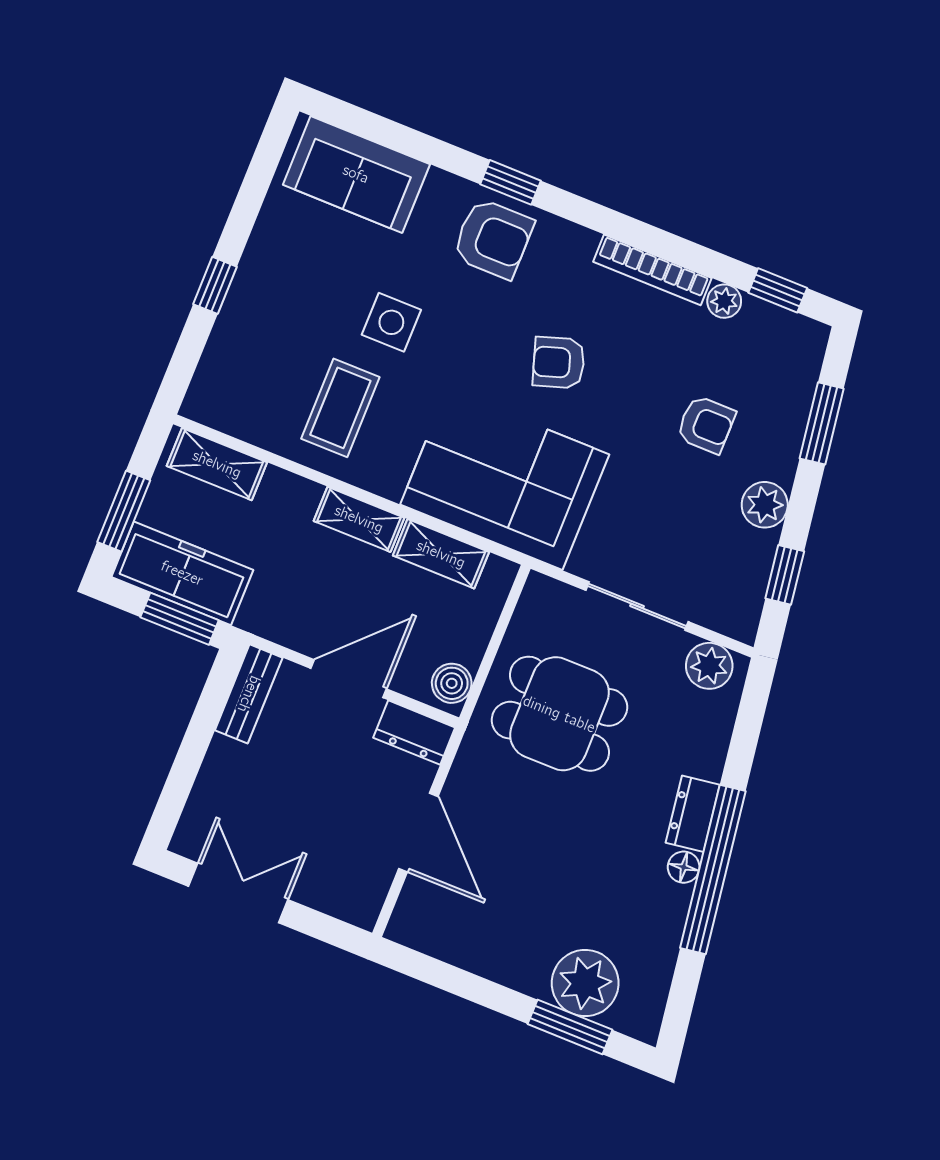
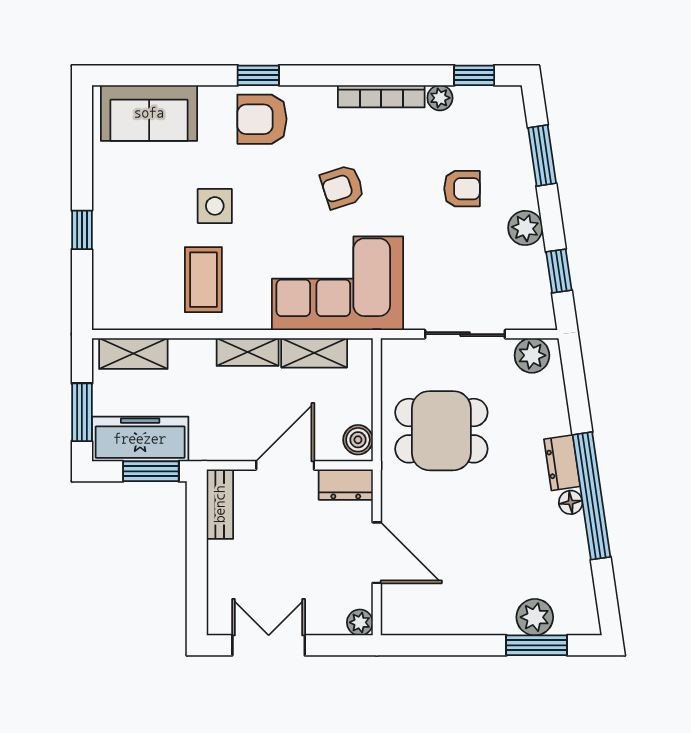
armchair: (493, 238) -> (262, 119), turned 180
plant: (363, 910) -> (360, 622), added
plant: (585, 983) -> (535, 617), width x0.73, depth x0.73

